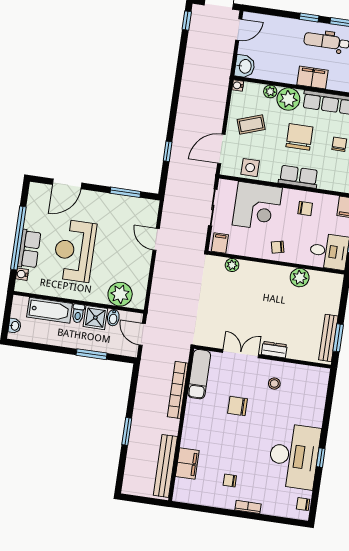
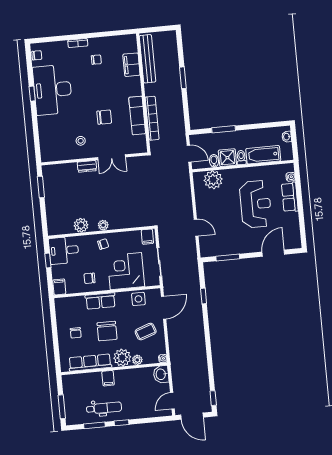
filing cabinet: (312, 78) -> (108, 378), width x0.50
window: (18, 238) -> (300, 203), removed
plant: (232, 265) -> (103, 225), moved
bench: (328, 338) -> (48, 185), removed
exam couch: (199, 374) -> (137, 116), moved

